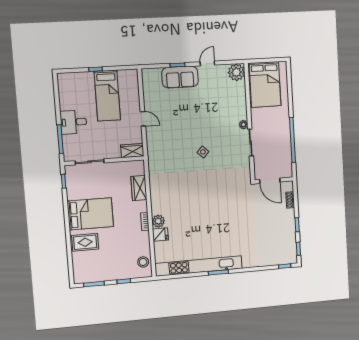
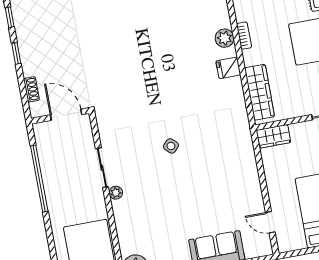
door: (143, 119) -> (270, 222), moved
wardrobe: (139, 188) -> (260, 92), width x1.50
fridge: (160, 234) -> (228, 68), moved

